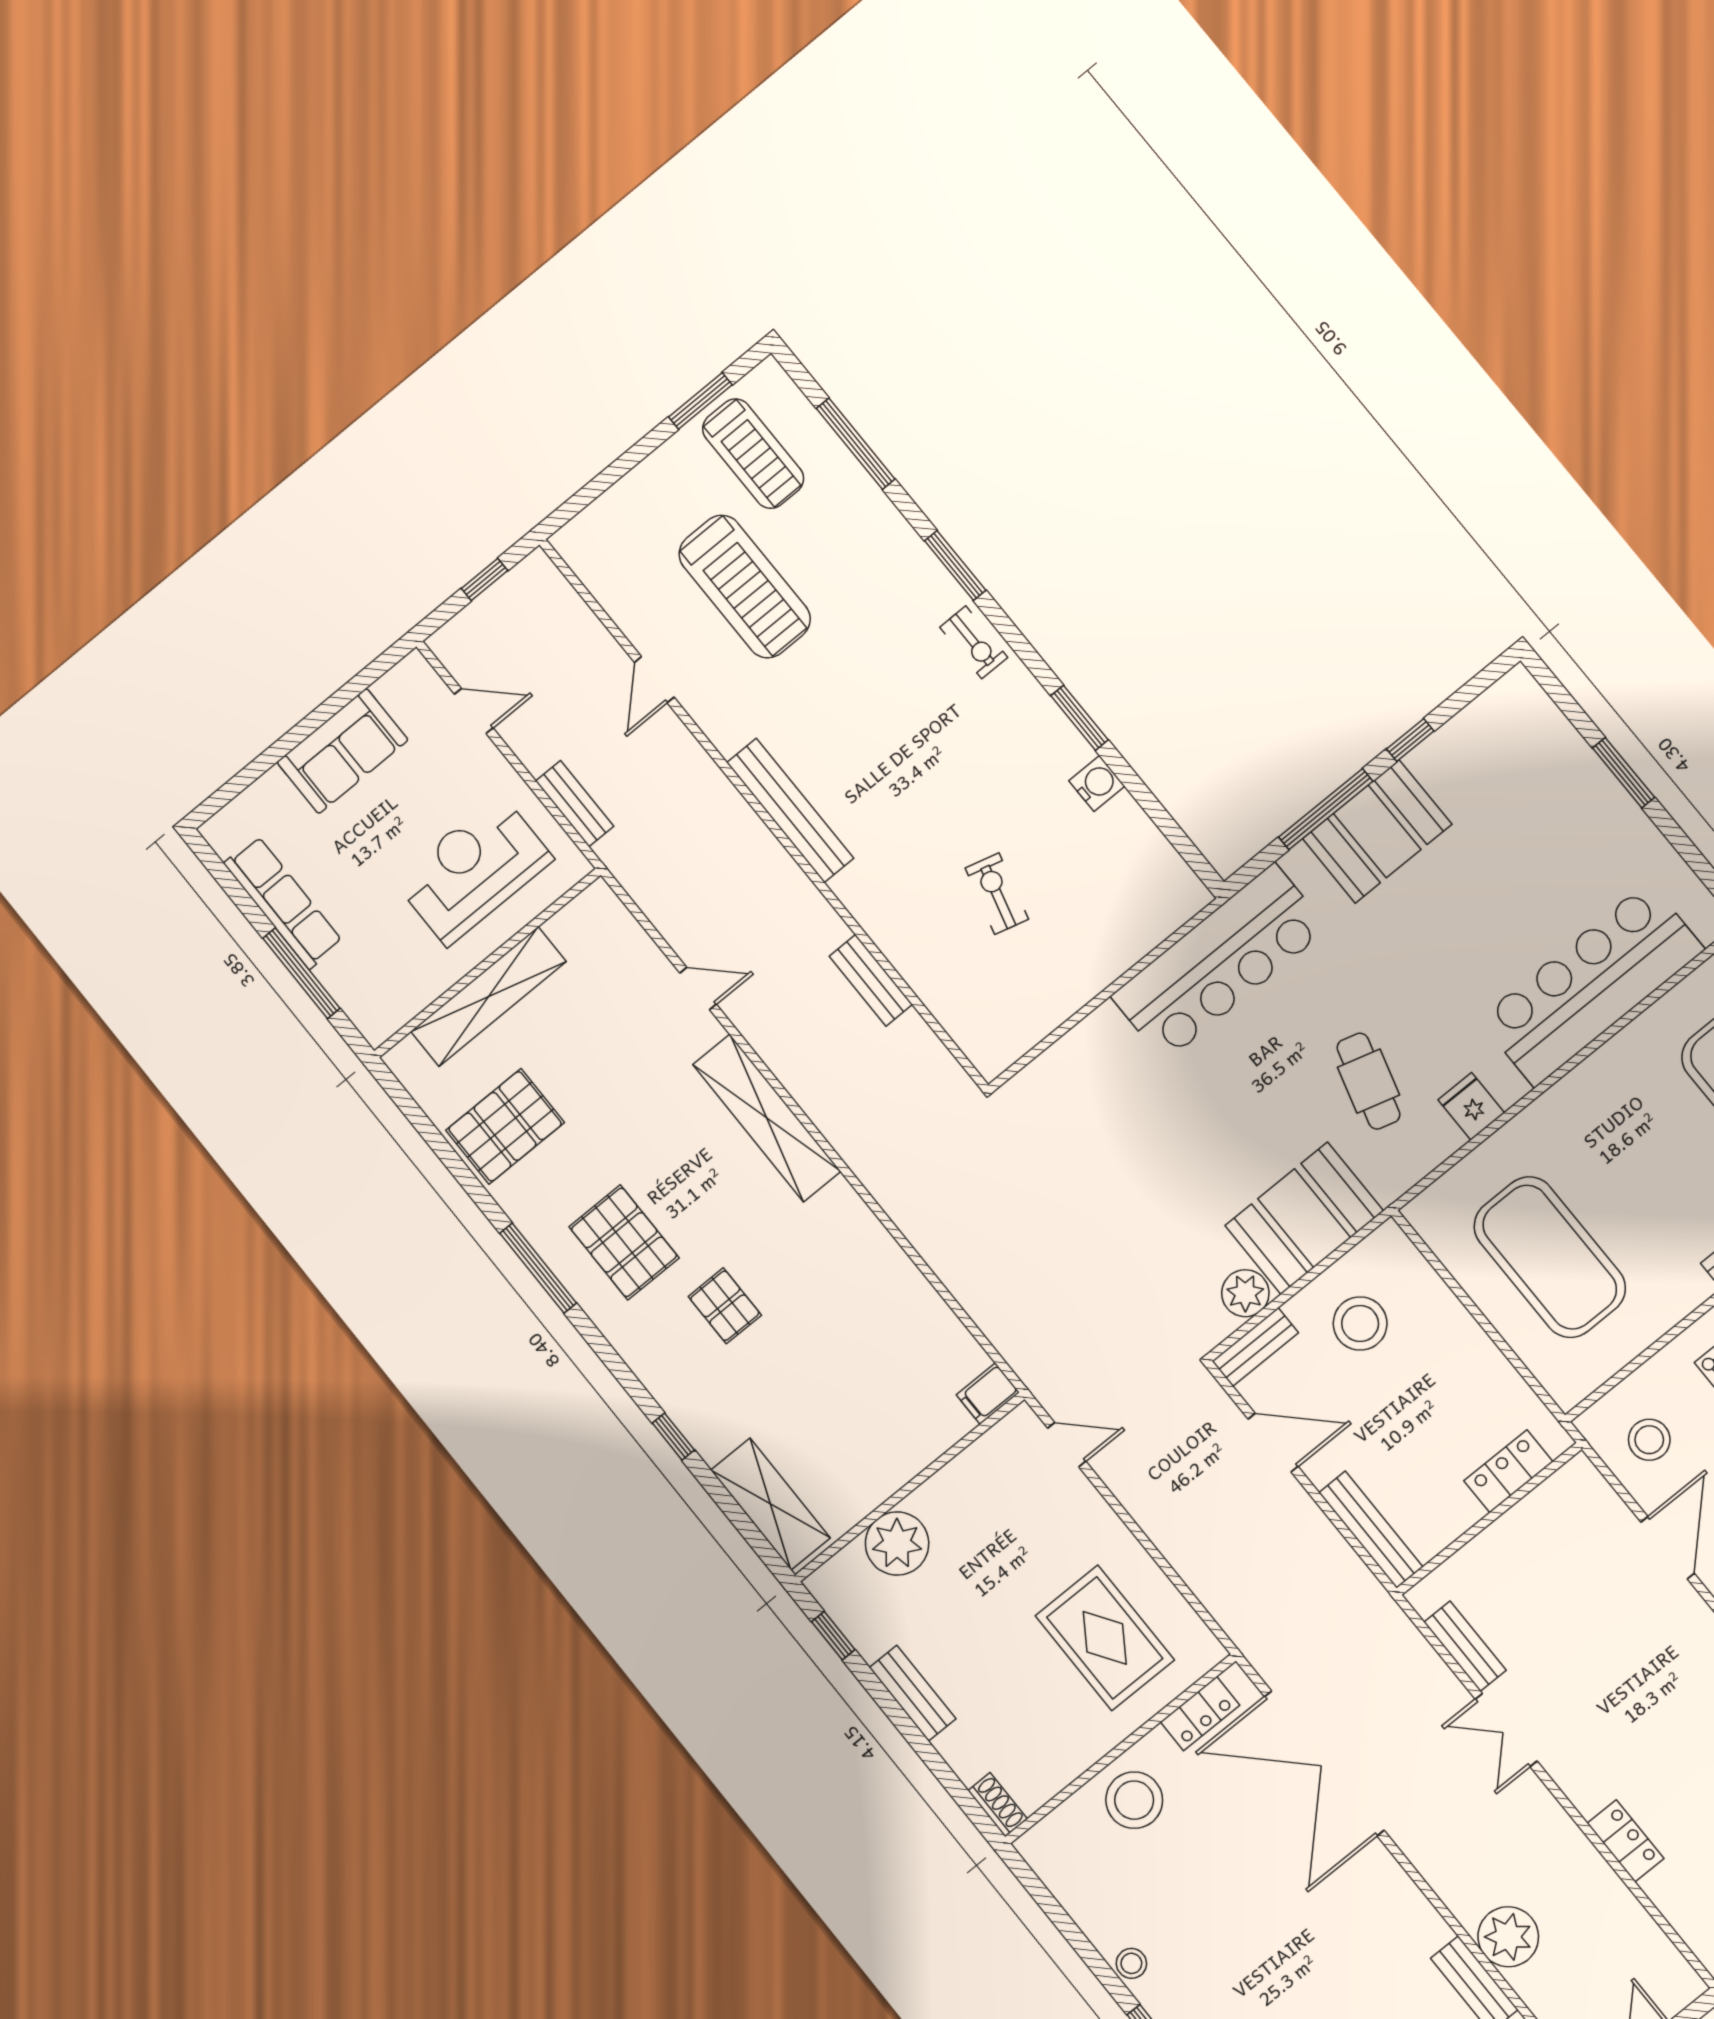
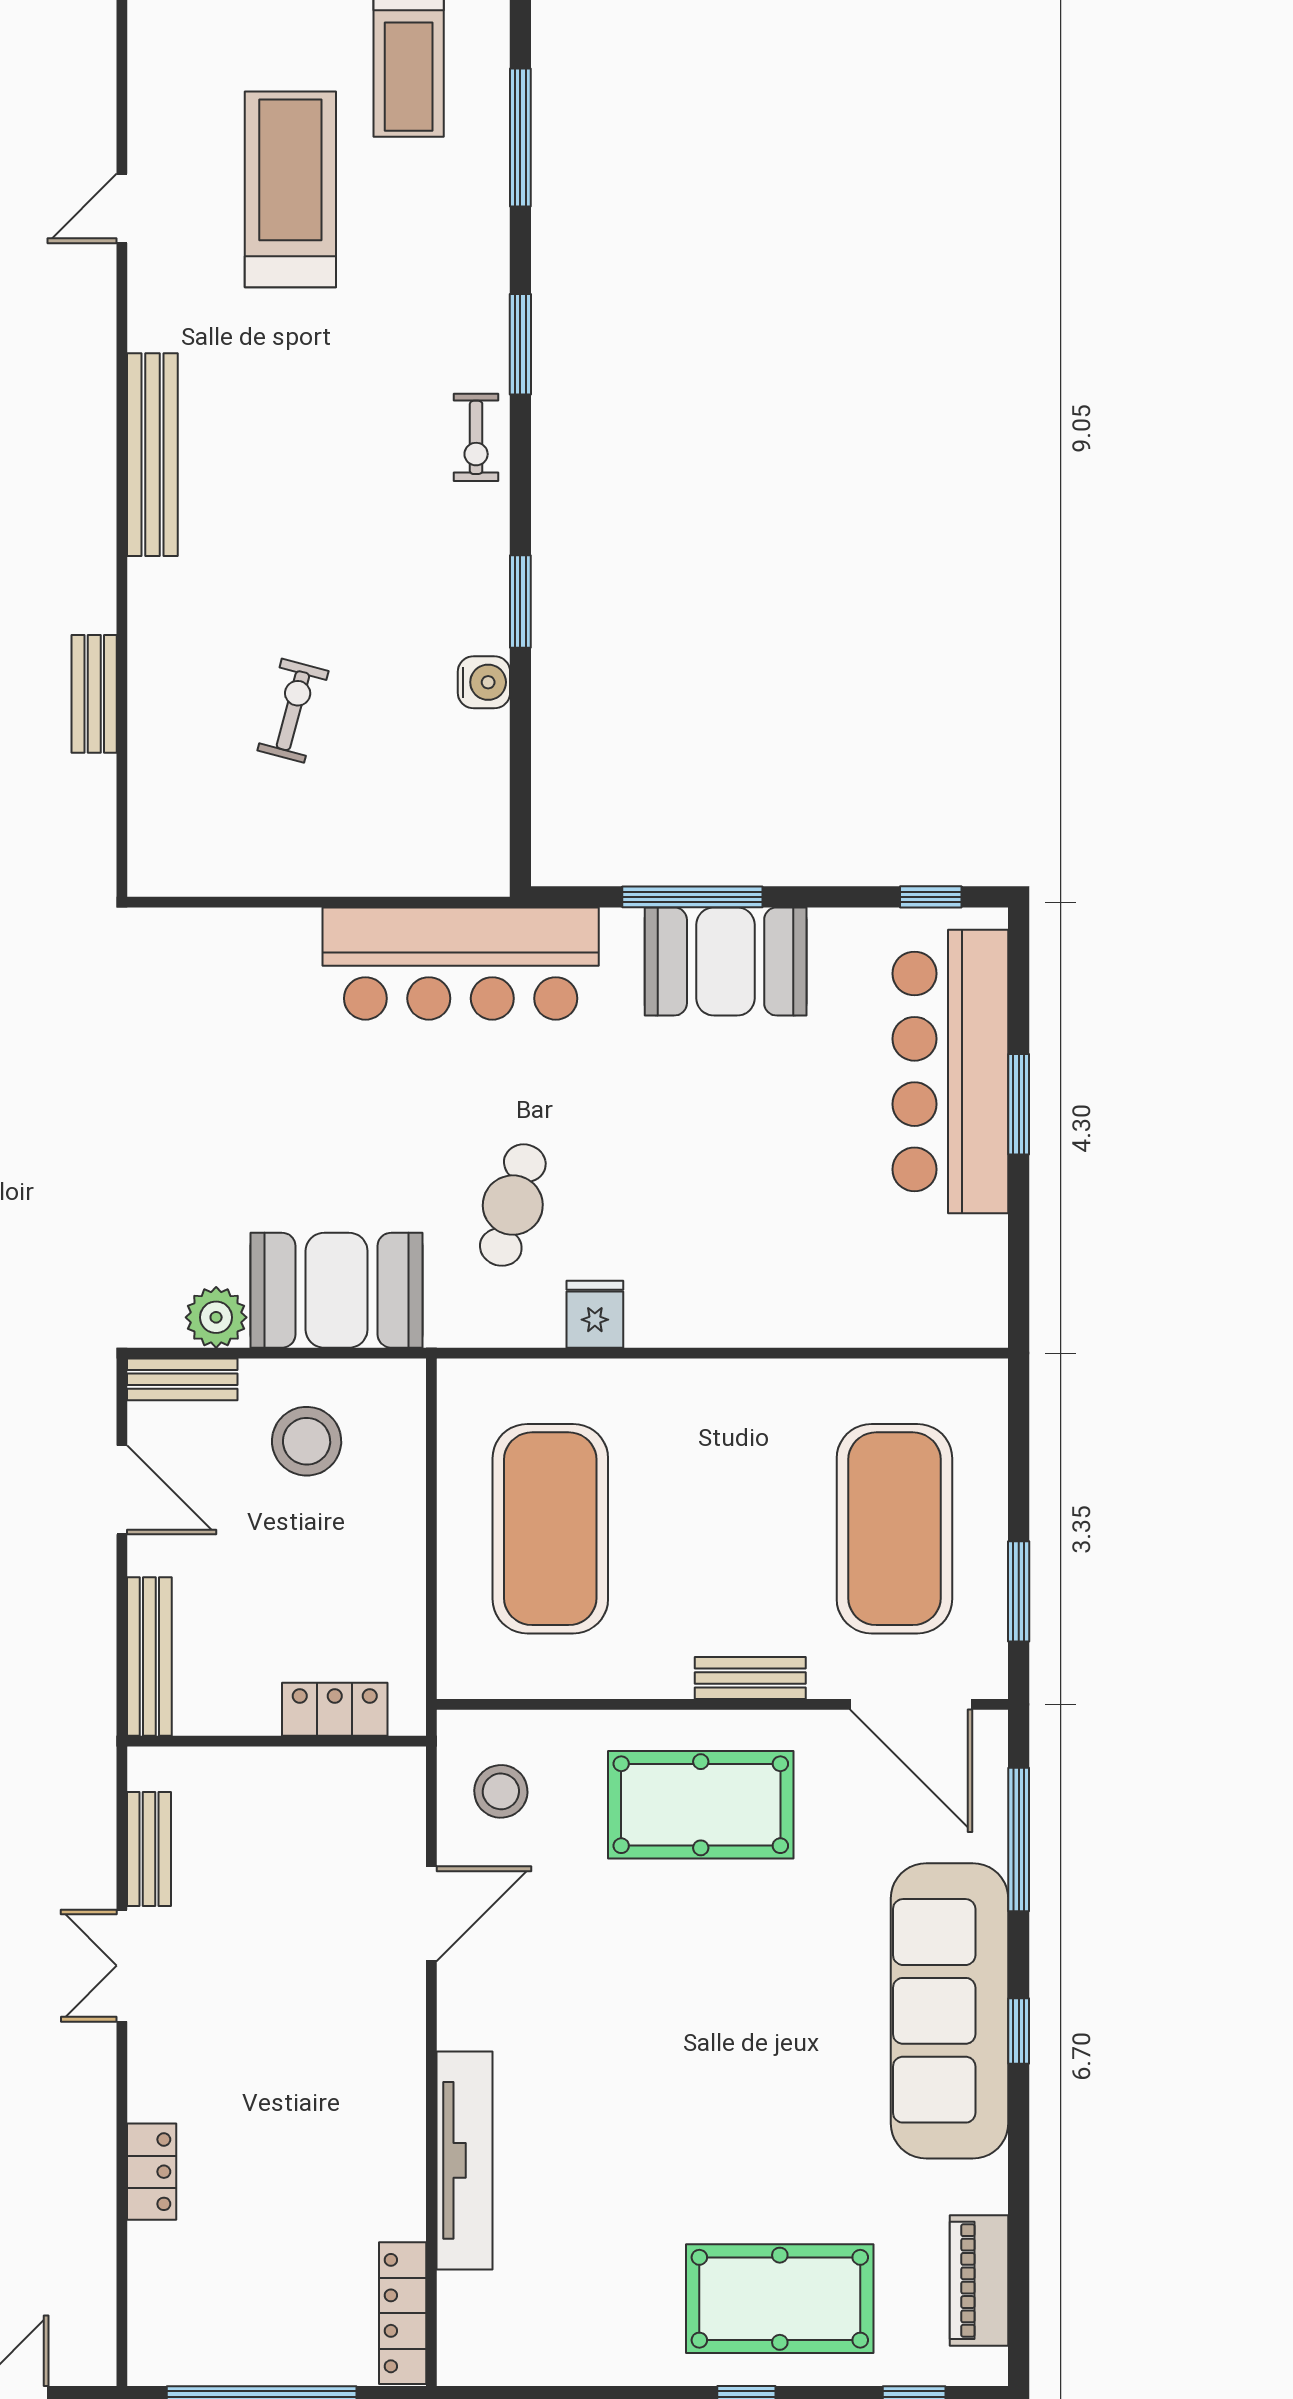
treadmill: (745, 587) -> (290, 189), turned 180
window: (1410, 740) -> (931, 897), moved
bar counter: (1592, 984) -> (950, 1071), moved, turned -90

